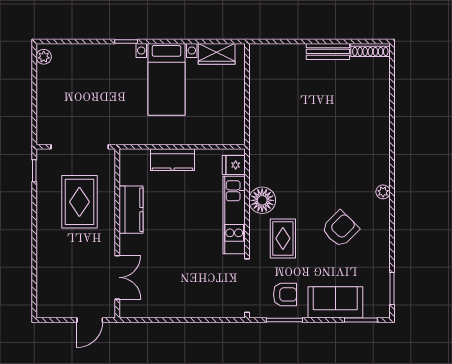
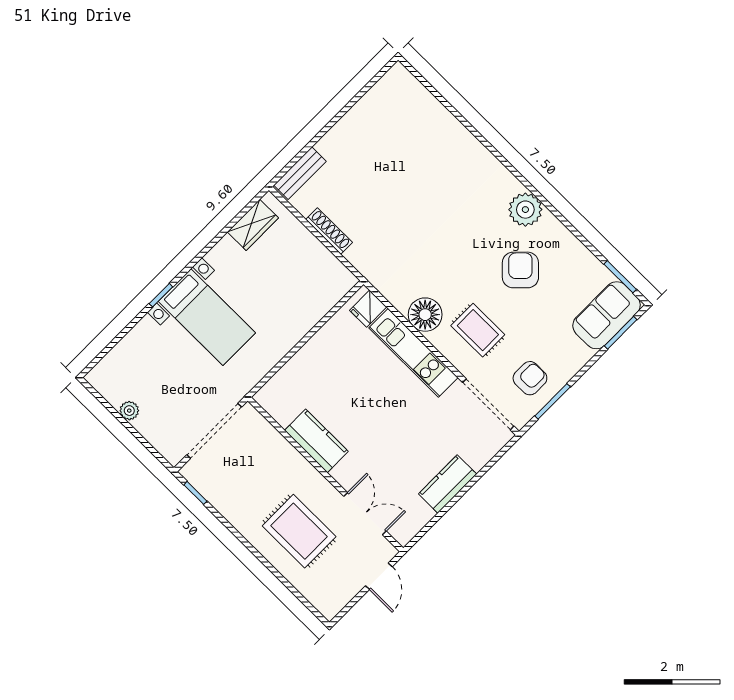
shoe rack: (370, 50) -> (329, 231), moved, turned -90
bench: (328, 51) -> (300, 173), moved
plant: (44, 57) -> (129, 411), moved
bed with nightstands: (166, 79) -> (207, 317), moved
kitchen counter: (173, 160) -> (448, 484), moved, turned 180
plant: (383, 192) -> (525, 210), width x1.88, depth x1.88
rug: (79, 202) -> (299, 531), moved
sofa: (335, 302) -> (607, 315), moved

